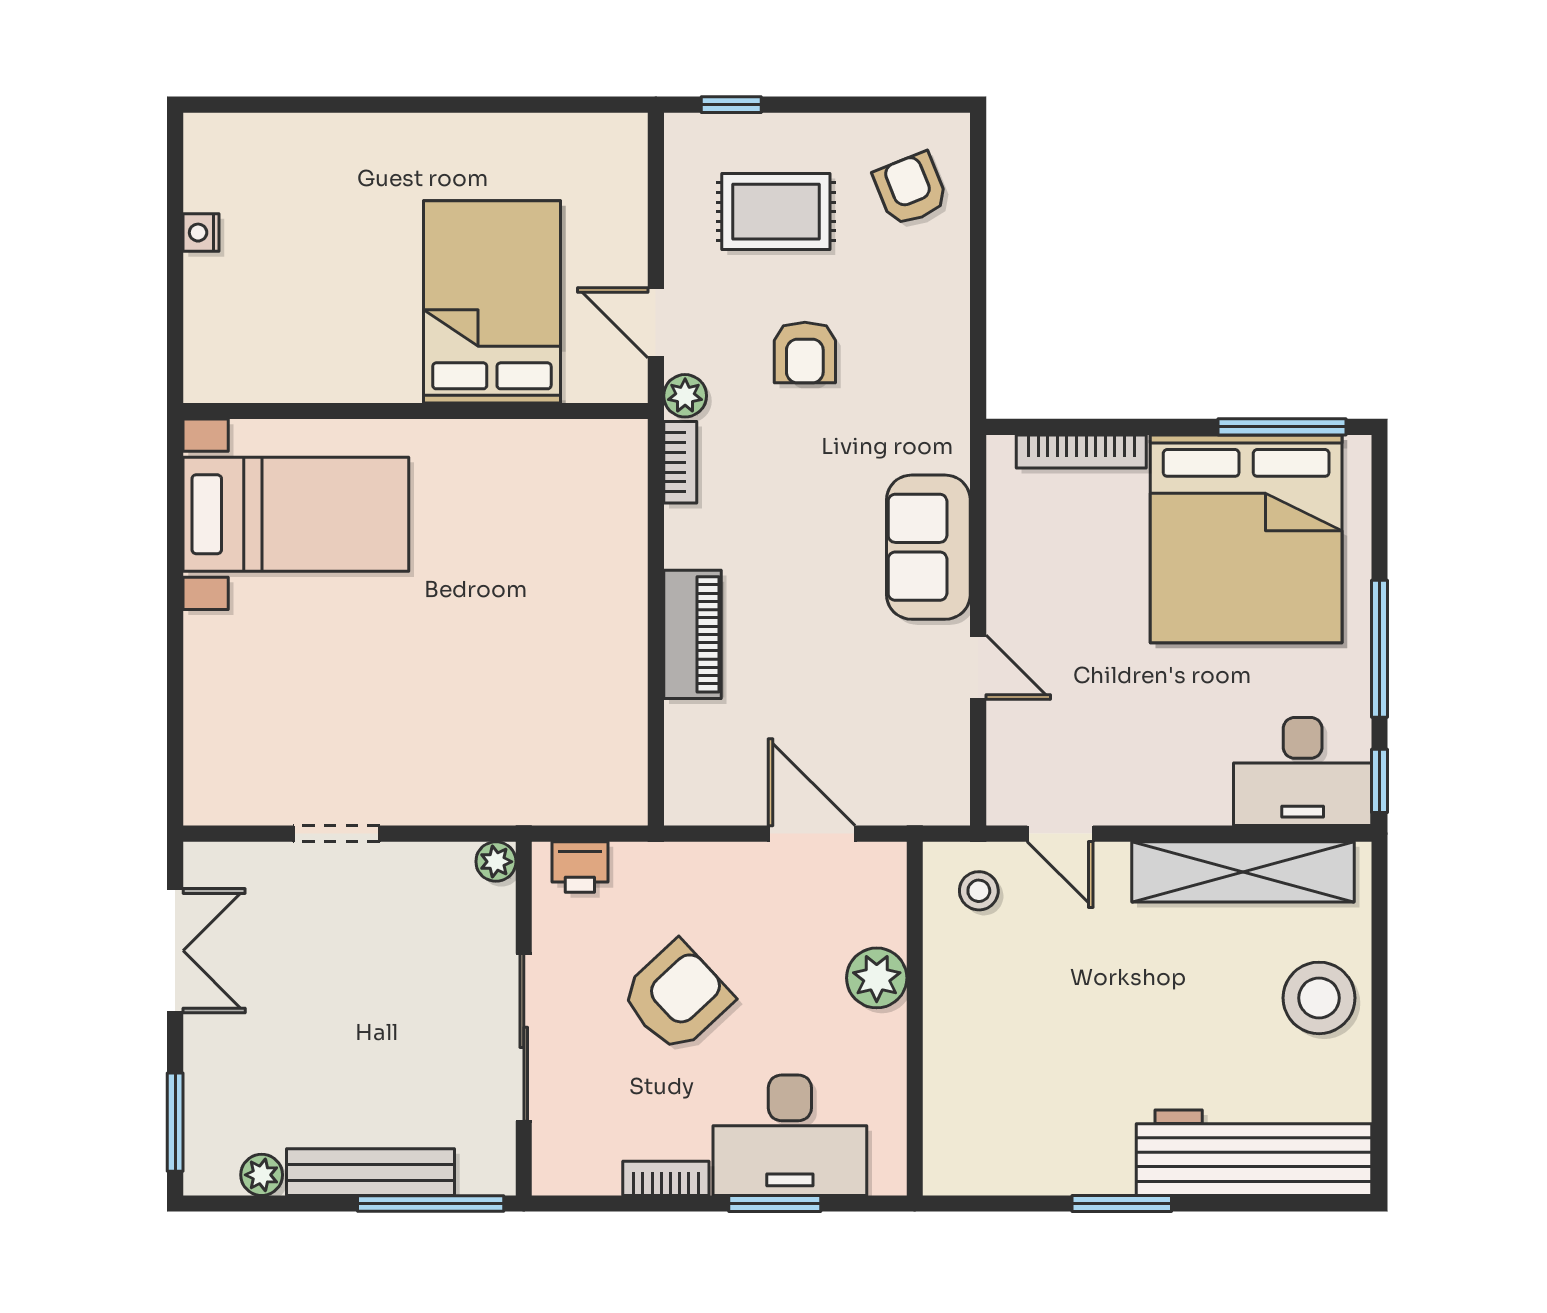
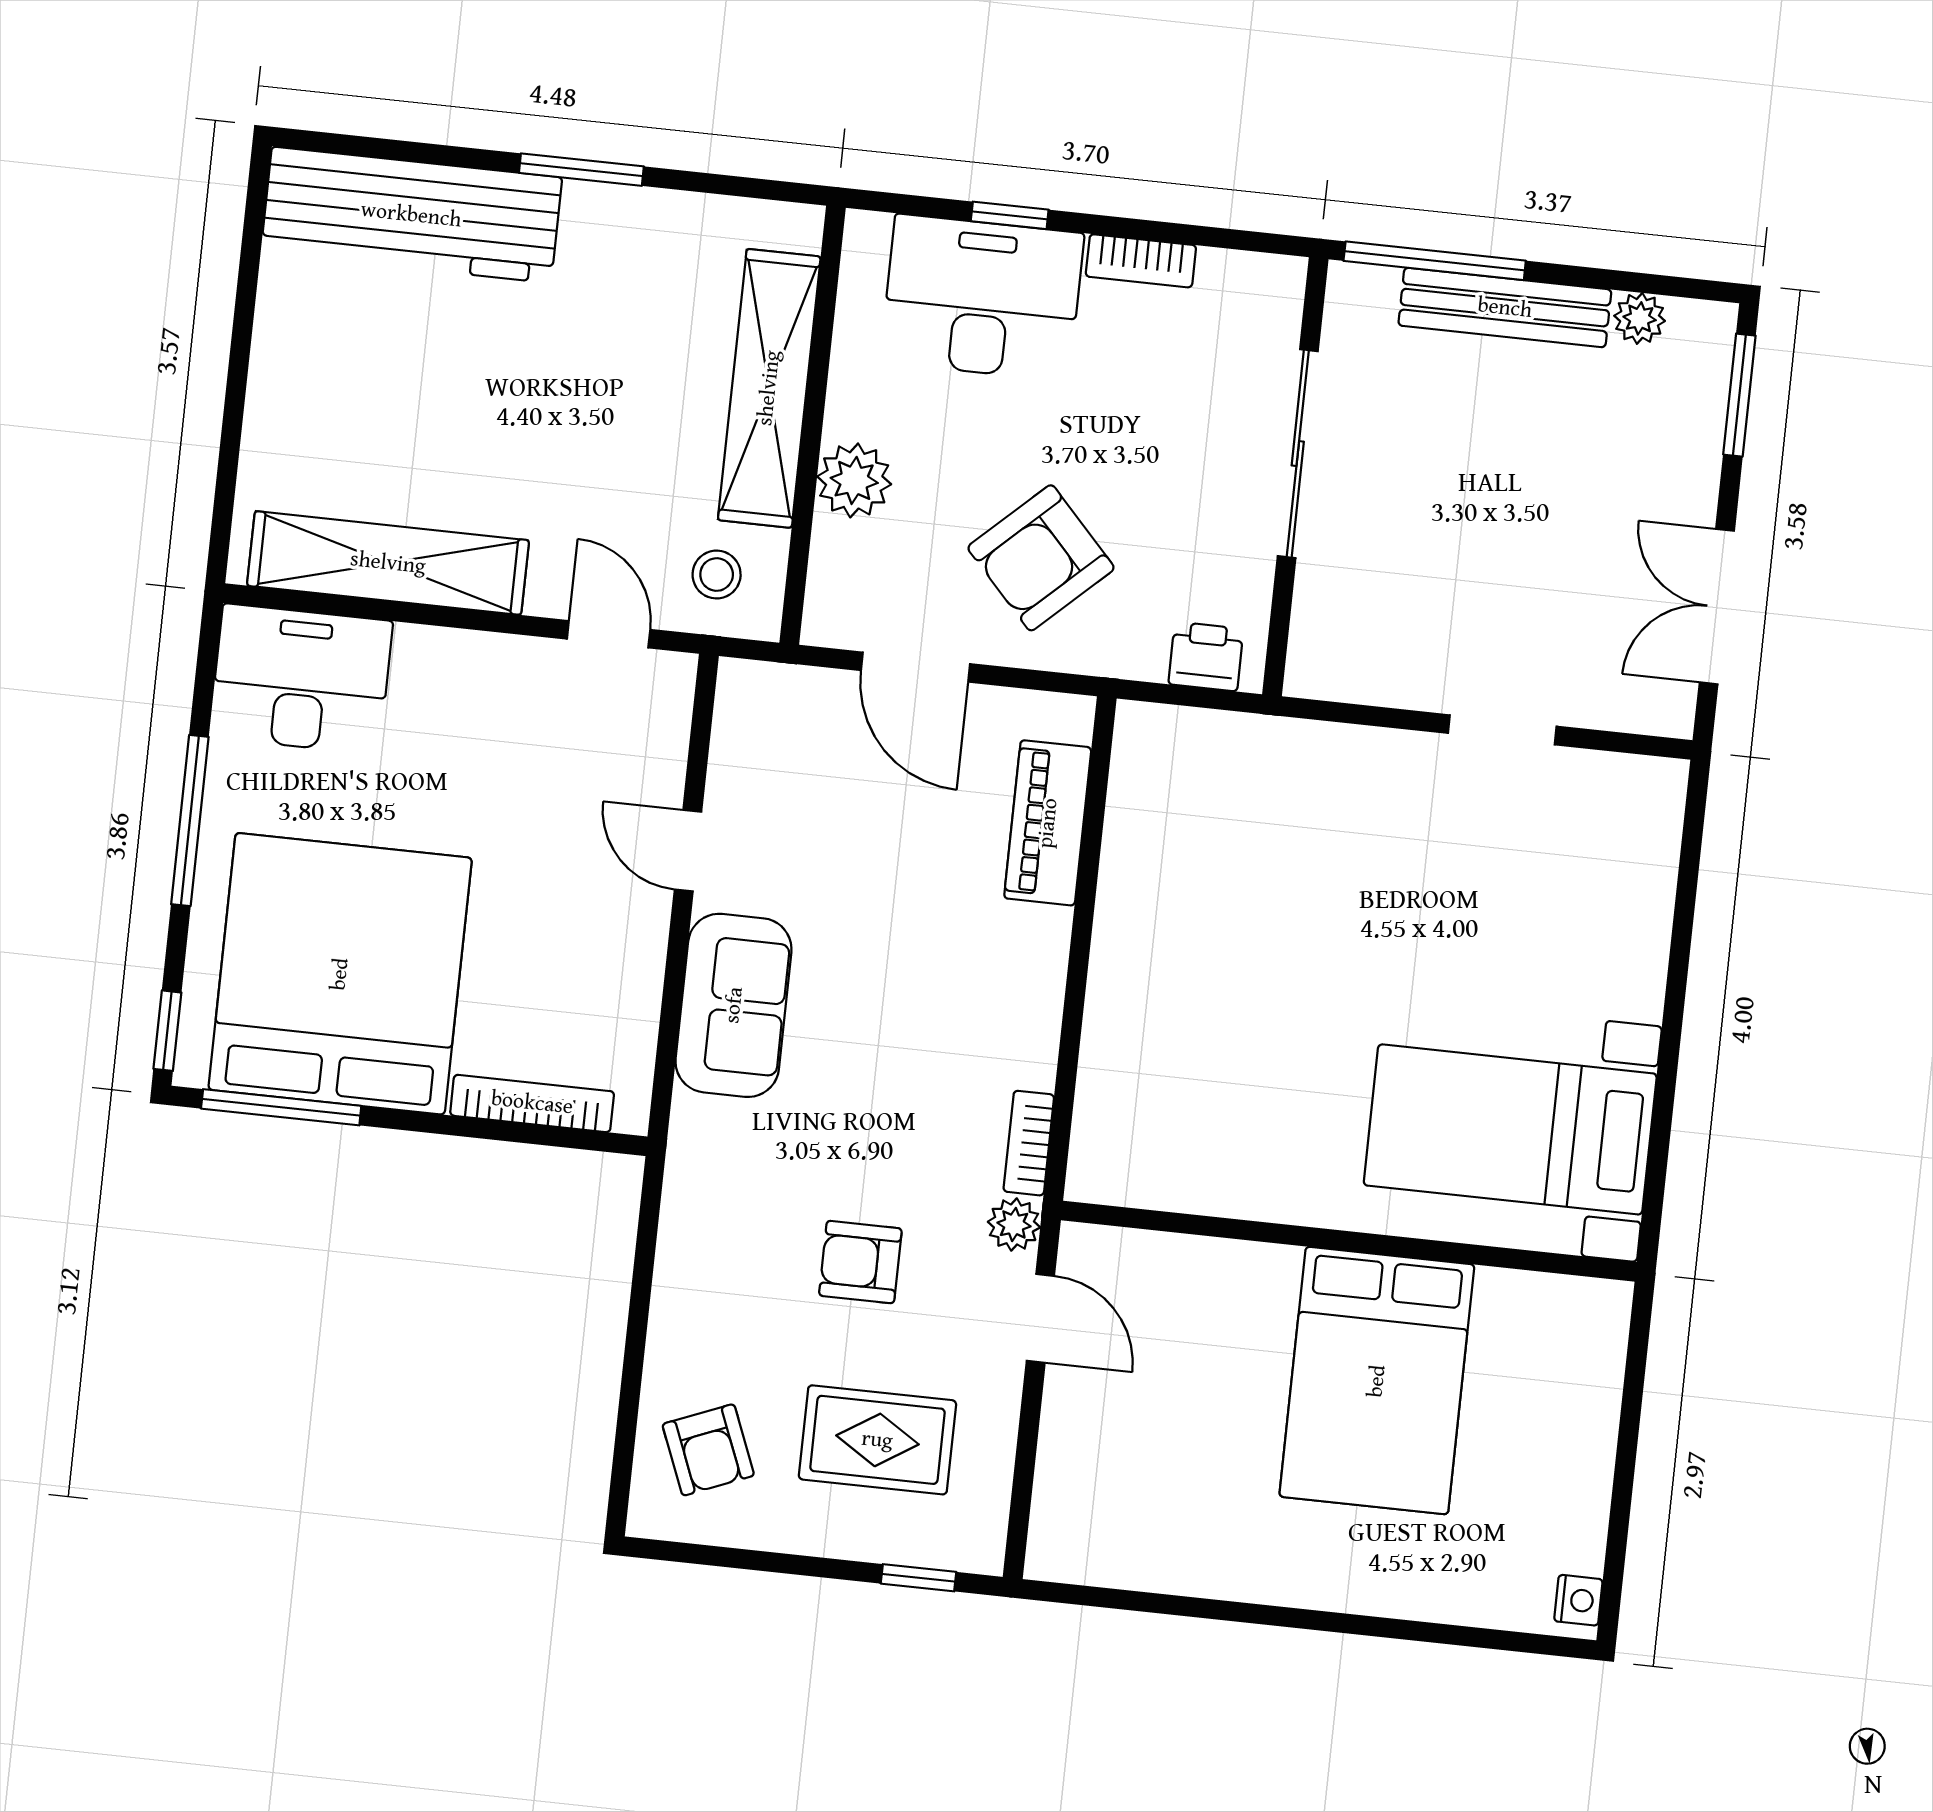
nightstand: (201, 233) -> (1578, 1600), moved
bed: (492, 302) -> (1377, 1381), moved
armchair: (805, 352) -> (860, 1262), turned -90
piano: (692, 634) -> (1048, 823), moved
window: (1380, 781) -> (167, 1031), moved
plant: (496, 862) -> (1309, 674), removed
armchair: (677, 997) -> (1041, 558), moved
stool: (1319, 998) -> (311, 397), removed
shelving: (953, 1044) -> (769, 388), added
window: (775, 1203) -> (1010, 215), width x0.67

